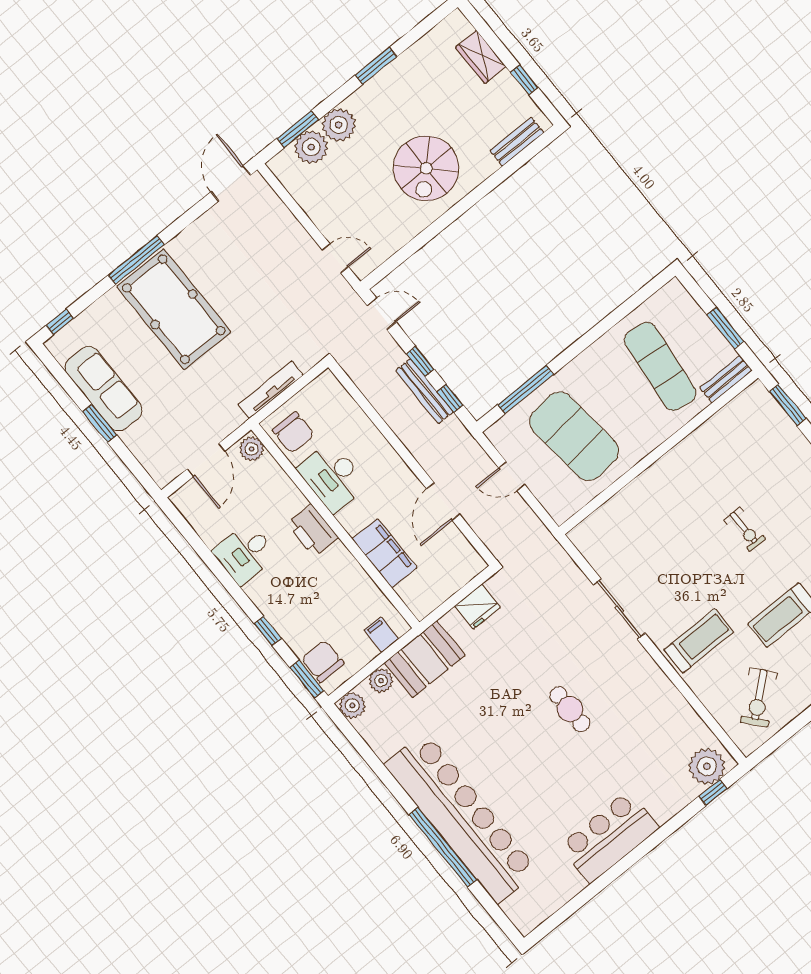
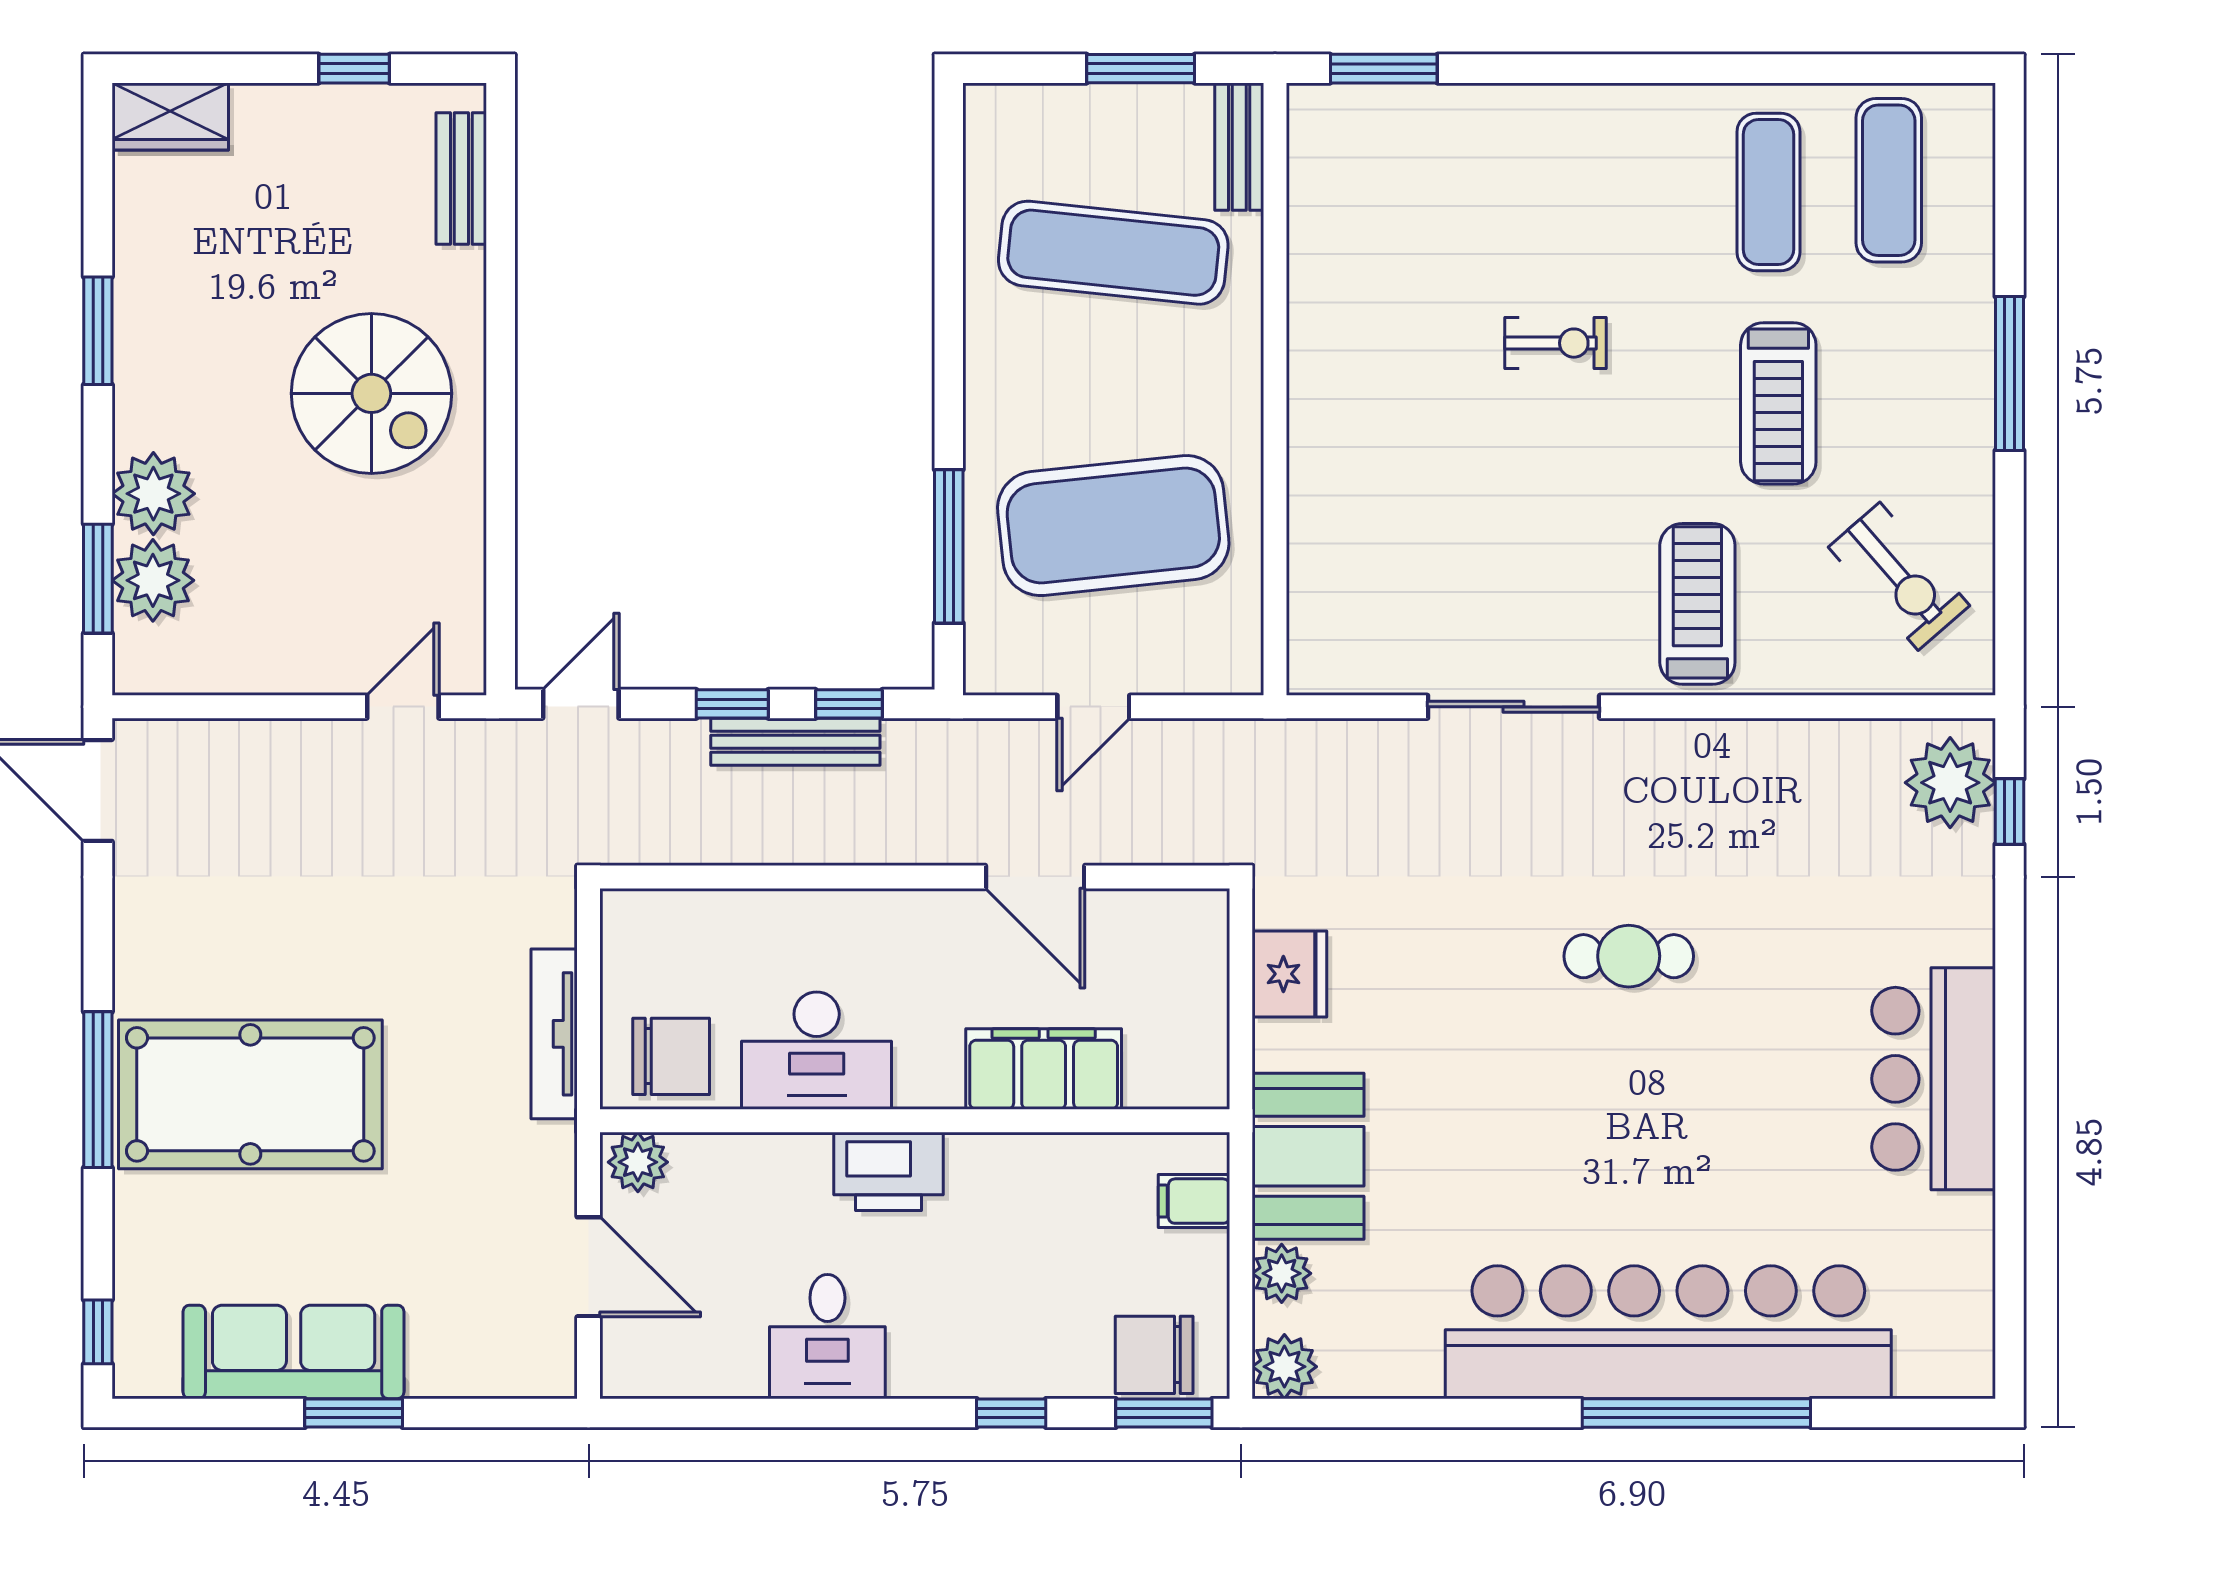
wardrobe: (481, 57) -> (170, 116), moved

